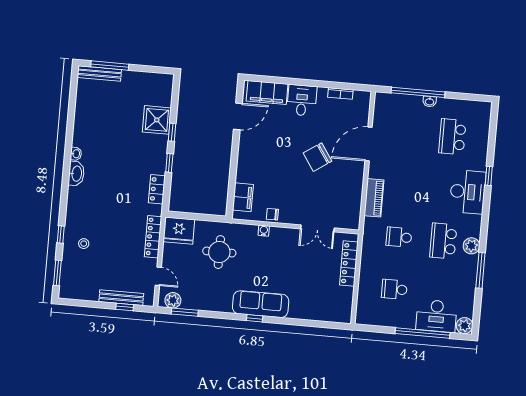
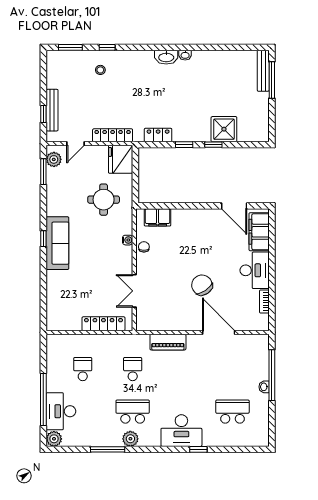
desk: (302, 100) -> (255, 270), width x1.37

